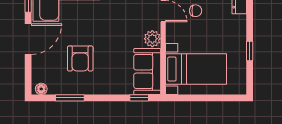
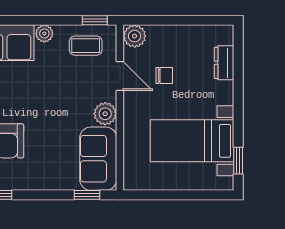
window: (250, 51) -> (238, 161), moved
bed with nightstands: (196, 69) -> (192, 141), moved, turned 180

